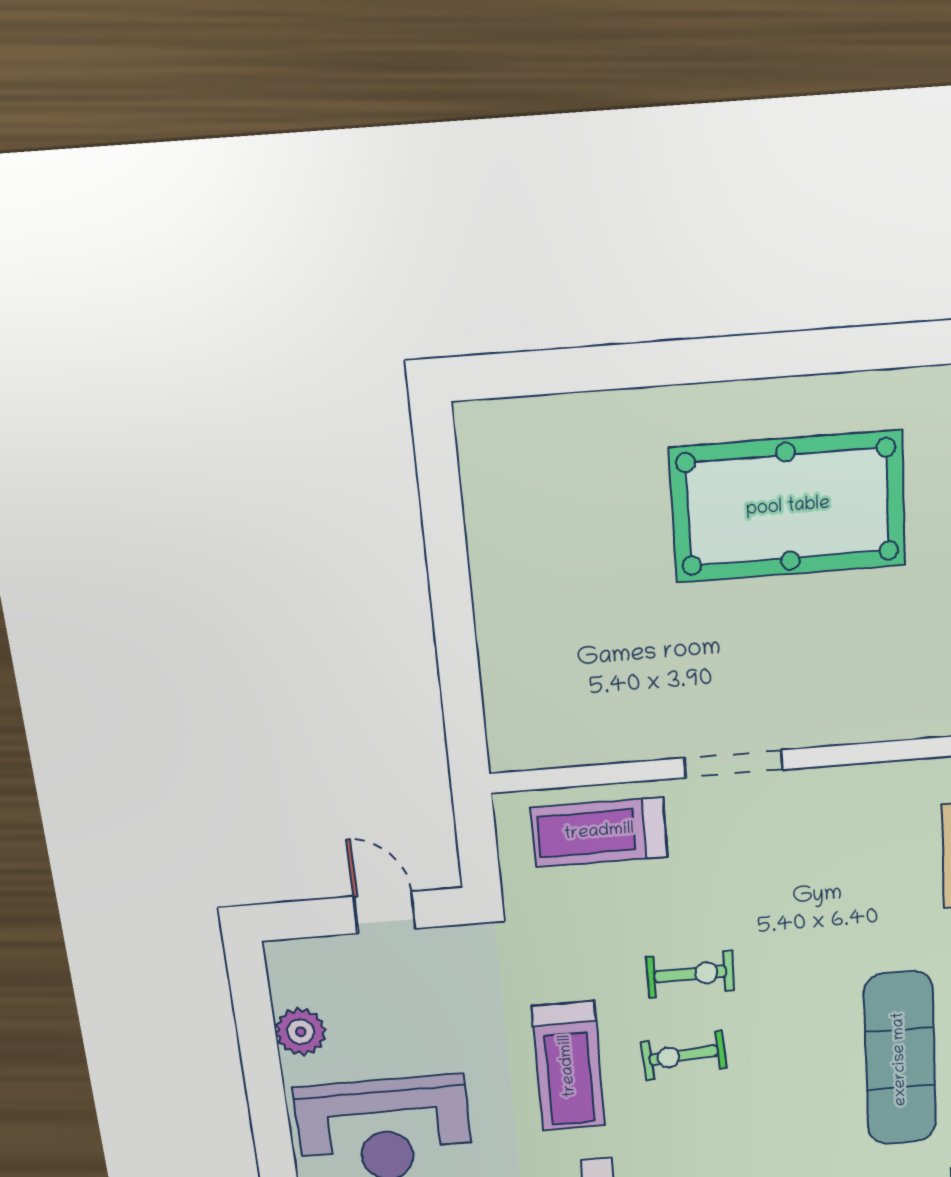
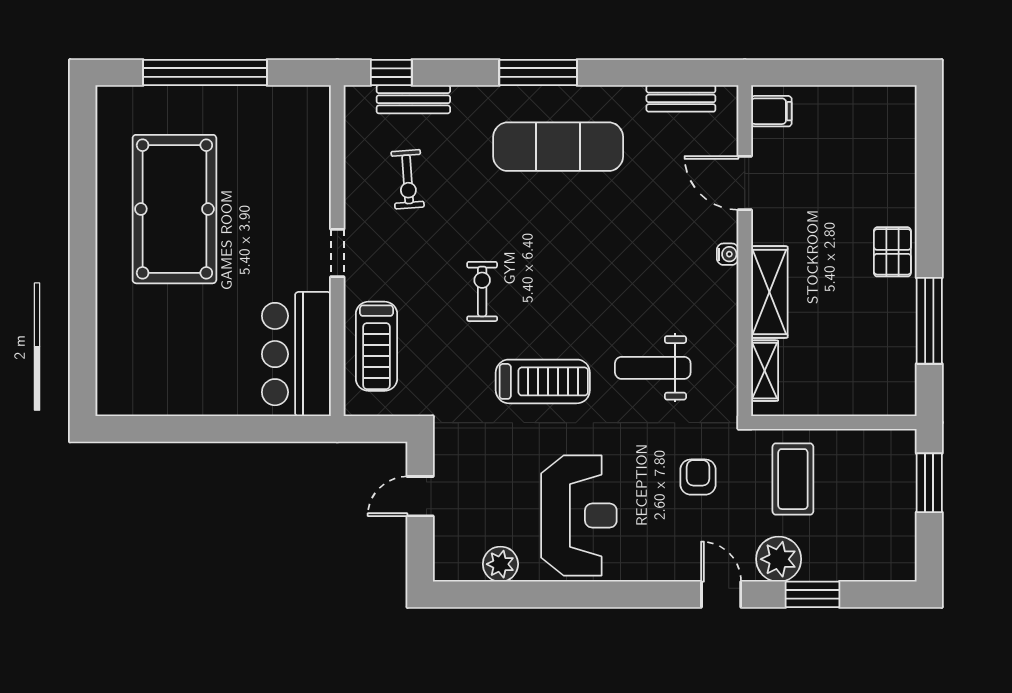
bar counter: (578, 715) -> (296, 354), added
doorway: (734, 764) -> (337, 253), width x0.73
exercise bike: (684, 1055) -> (408, 179), moved

